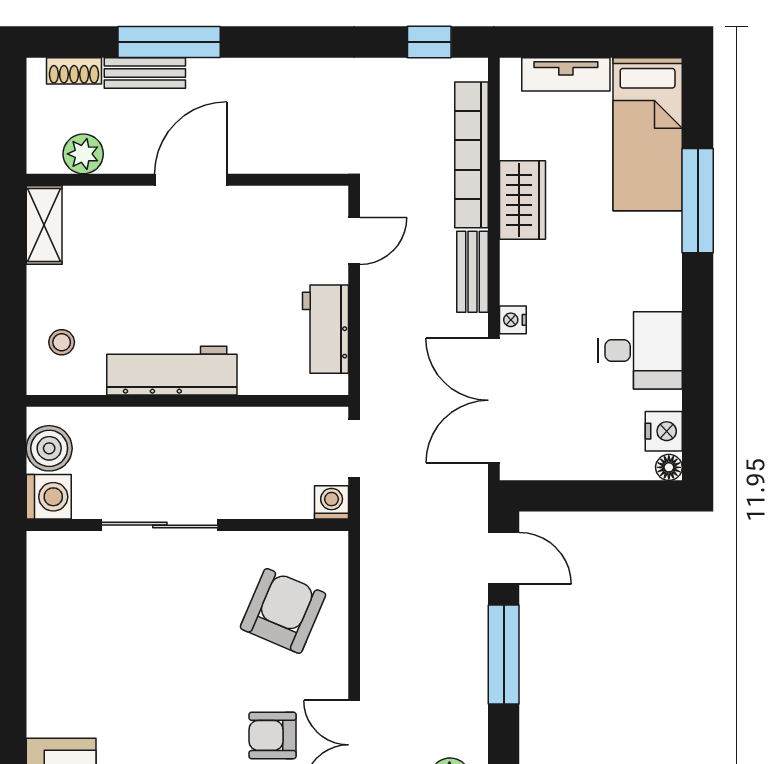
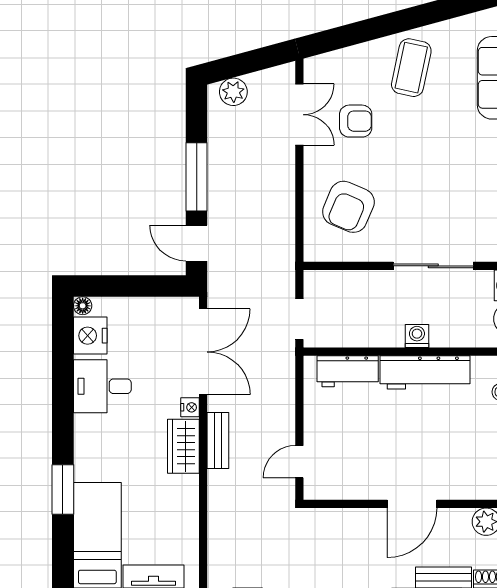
bookcase: (471, 155) -> (219, 521), removed
wardrobe: (523, 200) -> (183, 446), moved
window: (698, 201) -> (63, 490), width x0.69
workbench: (326, 329) -> (348, 371), moved, turned 90
nightstand: (664, 431) -> (90, 336), width x1.36, depth x1.33
washing machine: (332, 502) -> (417, 336), moved, turned 180

